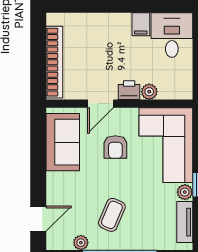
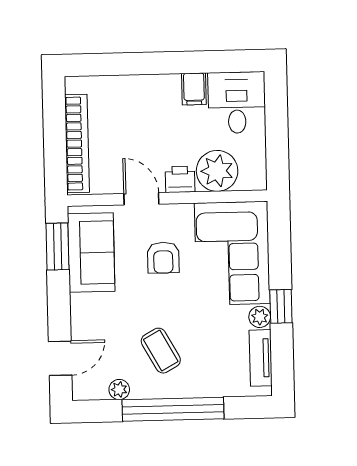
plant: (149, 92) -> (217, 171), width x1.87, depth x1.87
door: (100, 104) -> (141, 199), swing flipped
window: (38, 137) -> (57, 247), added
coffee table: (112, 215) -> (161, 351), turned -52

